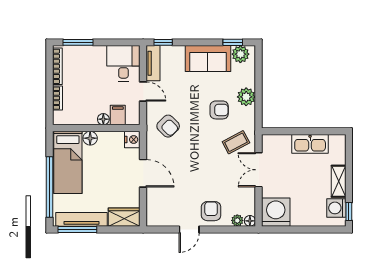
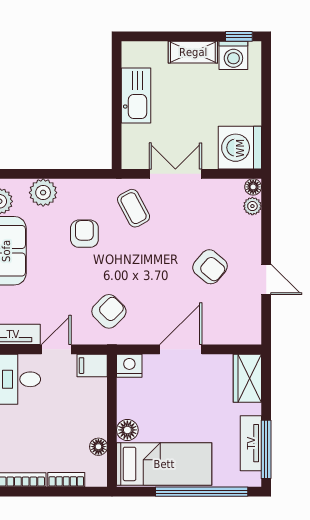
plant: (246, 97) -> (43, 193), moved
filing cabinet: (118, 115) -> (92, 366), moved
floor lamp: (103, 119) -> (98, 447), moved
double door: (258, 170) -> (175, 174), swing flipped
armchair: (211, 211) -> (210, 267), moved, turned -140
tv unit: (81, 219) -> (251, 443), width x0.71

